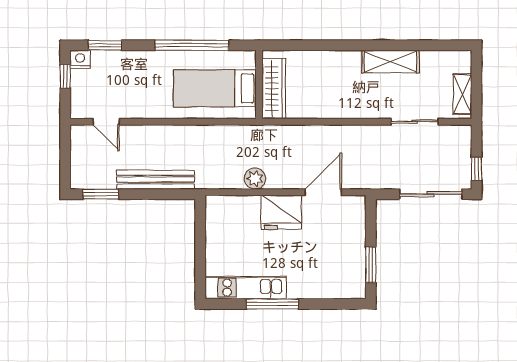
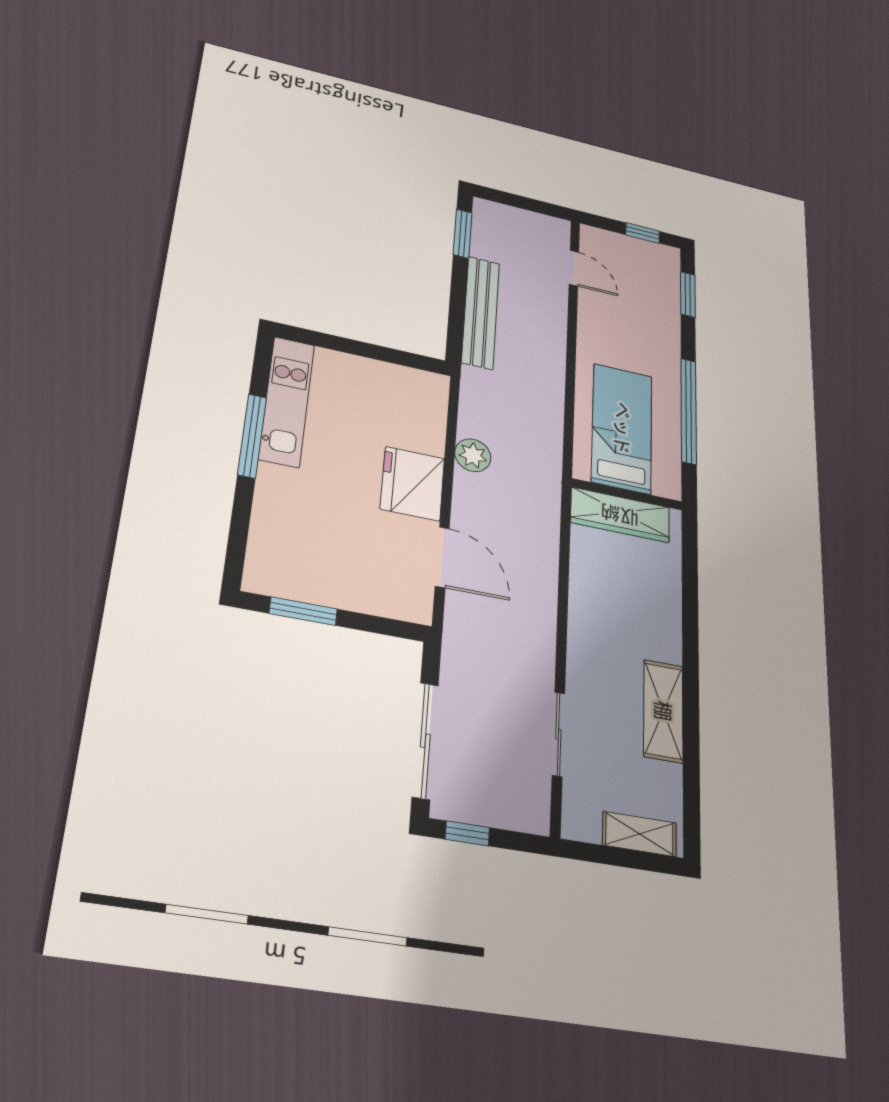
nightstand: (80, 59) -> (667, 258), removed
shelving: (462, 94) -> (640, 834), moved
door: (106, 122) -> (574, 268), swing flipped

